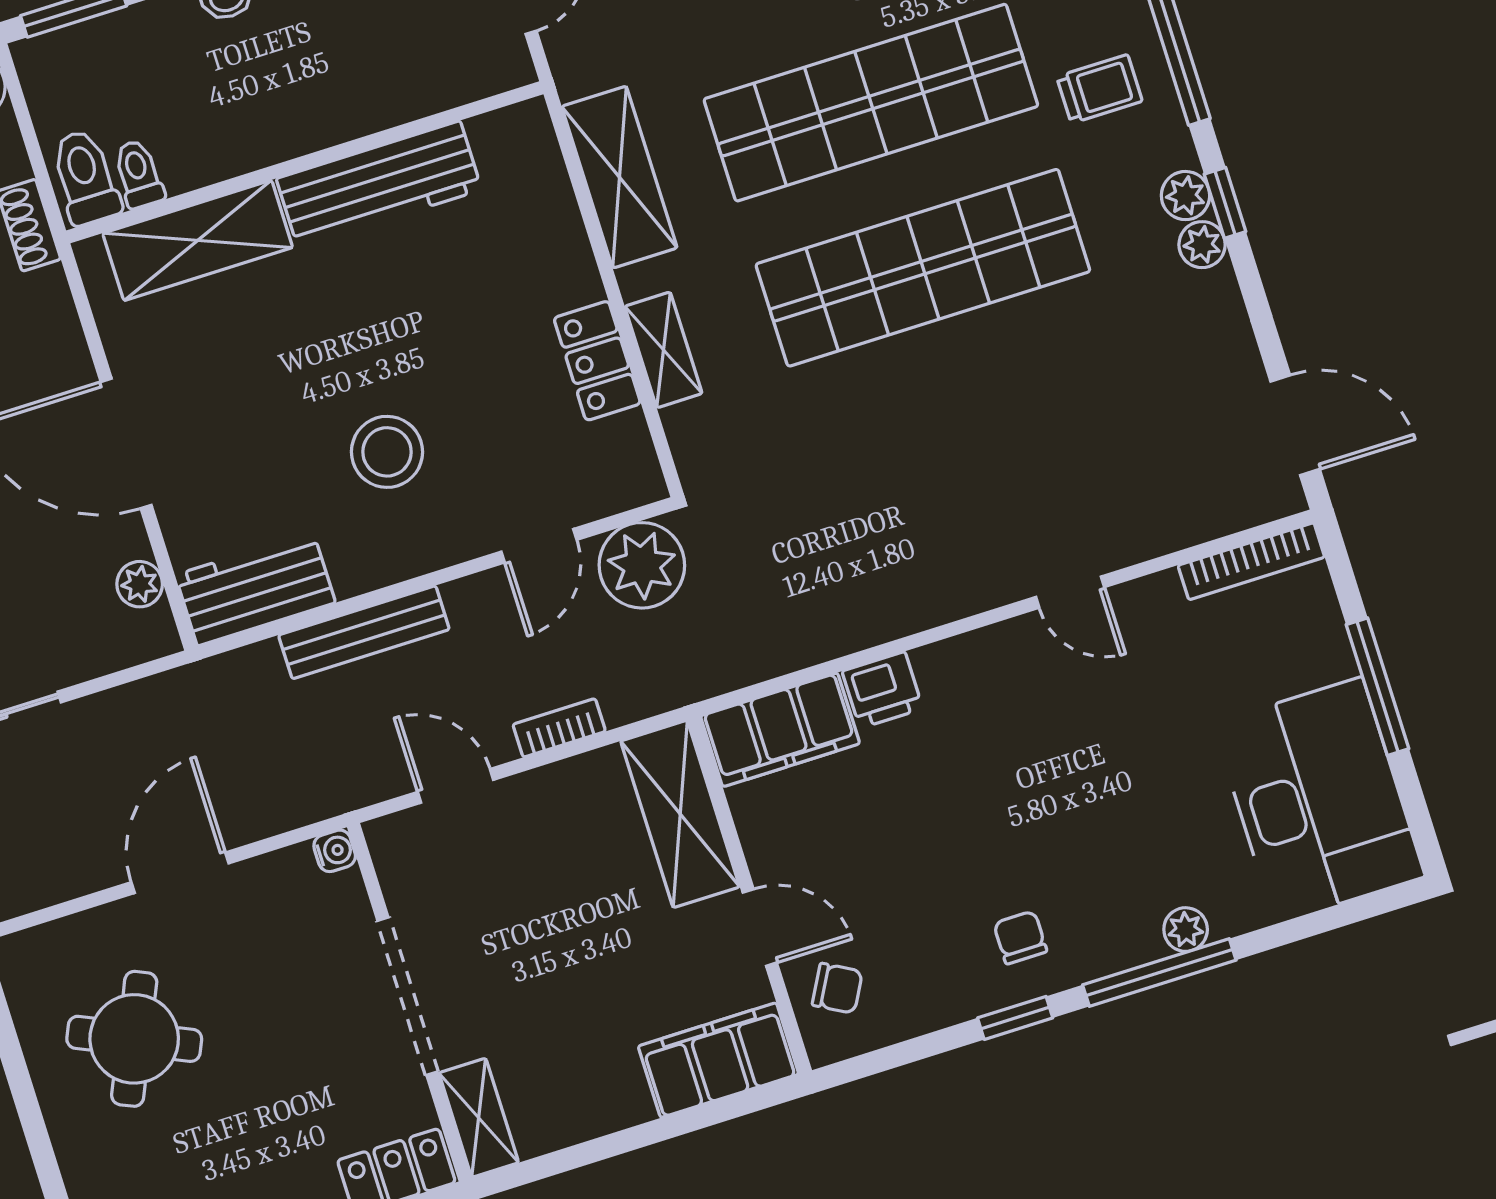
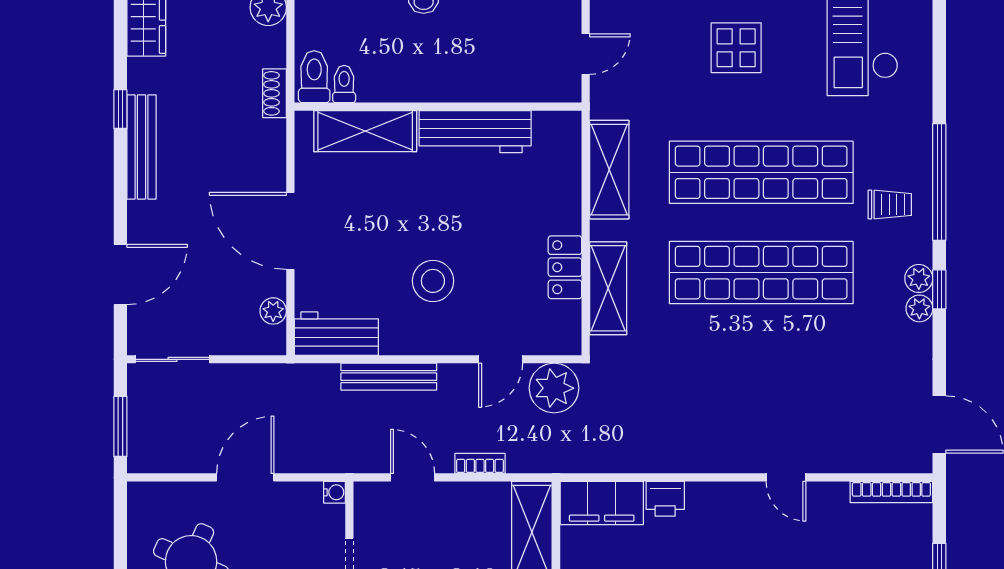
shelving: (663, 350) -> (608, 288), width x1.50, depth x1.33

